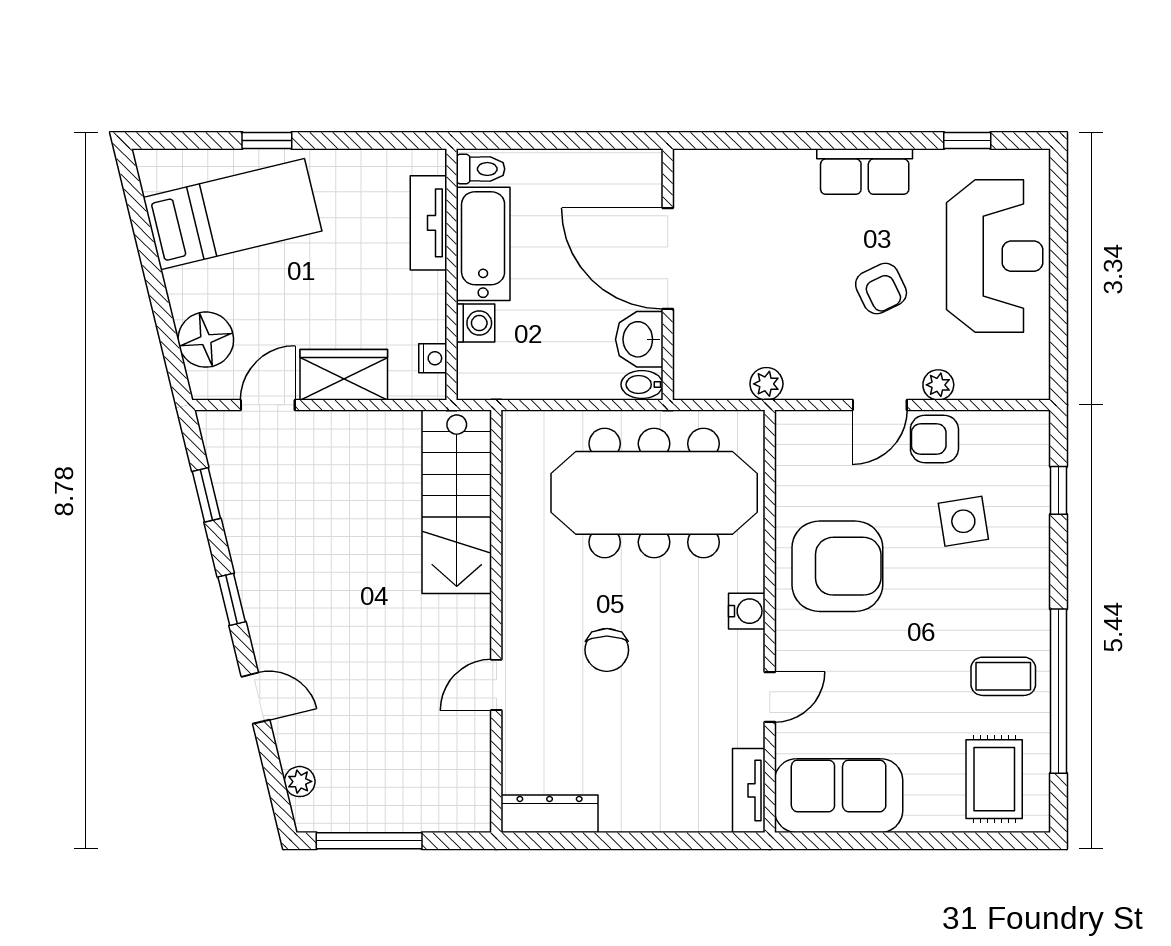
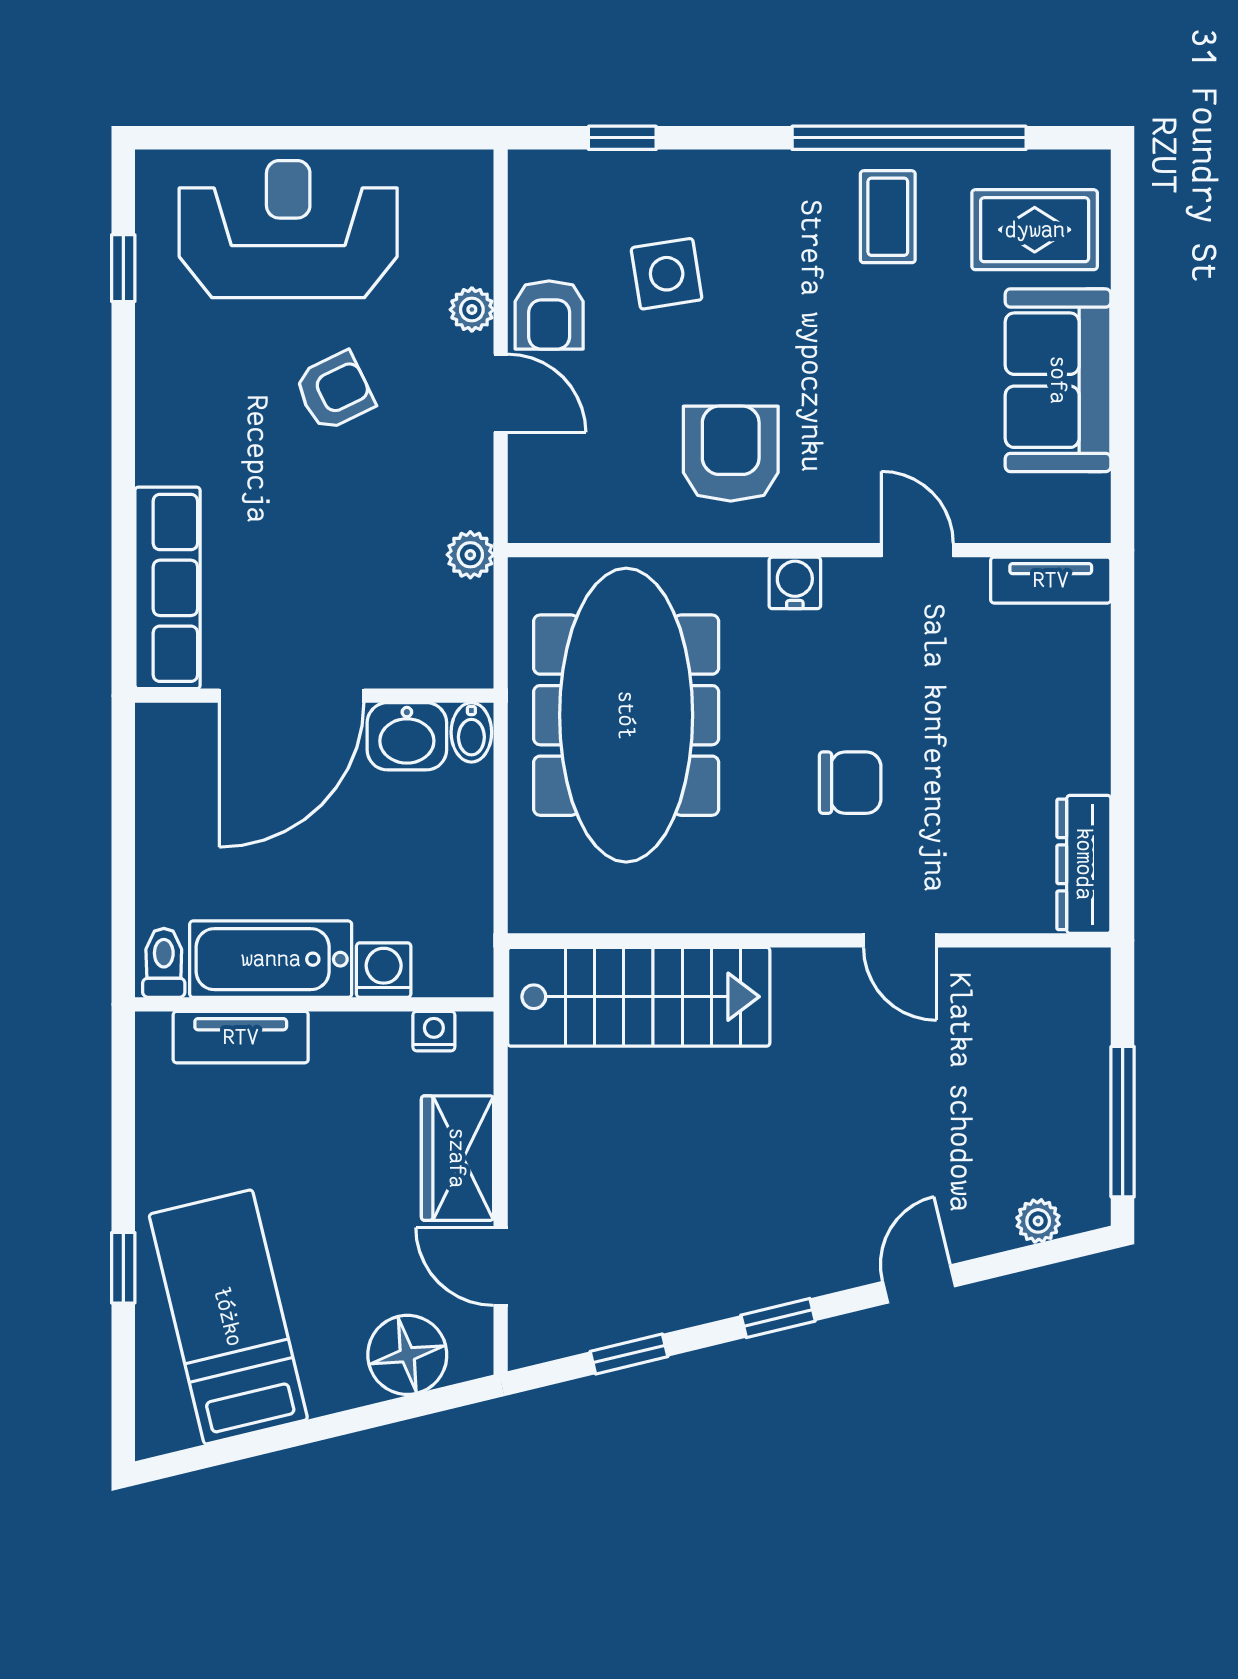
row of seats: (865, 172) -> (168, 588), moved, width x1.48
armchair: (837, 566) -> (731, 454), width x0.73, depth x0.73
sofa: (839, 796) -> (1058, 380), moved

